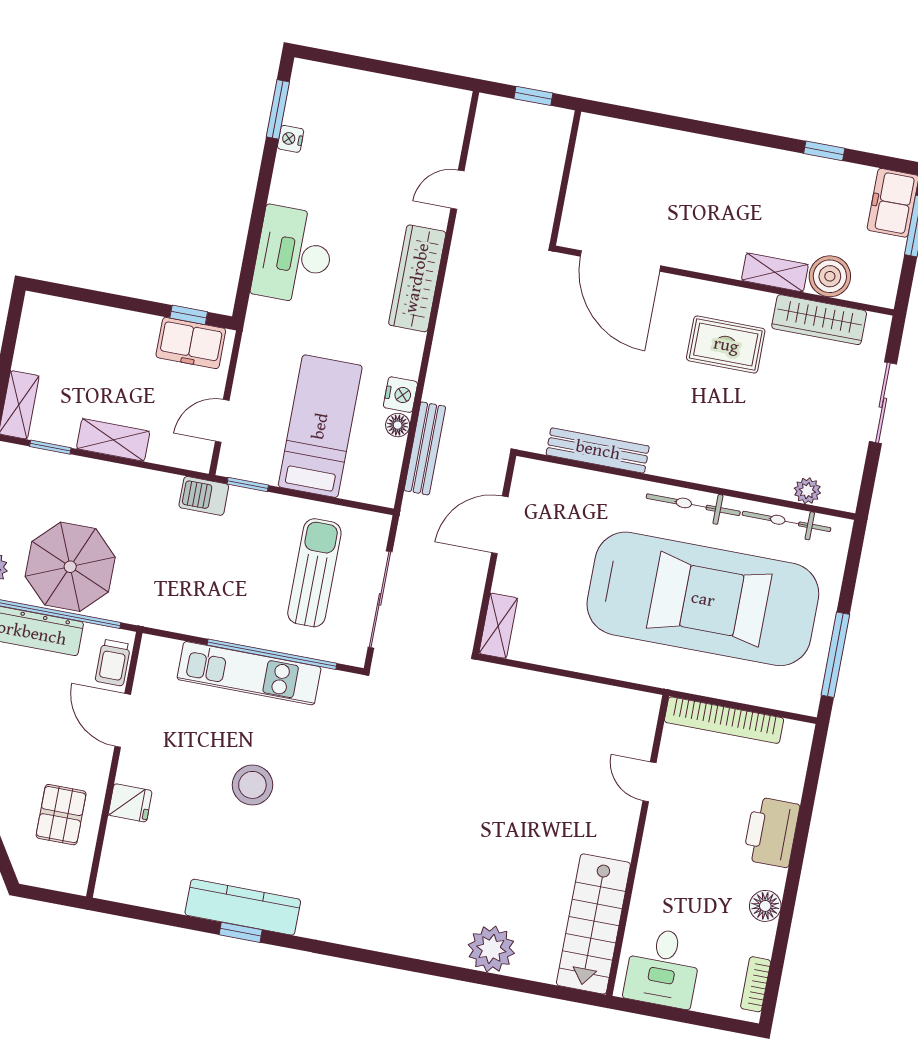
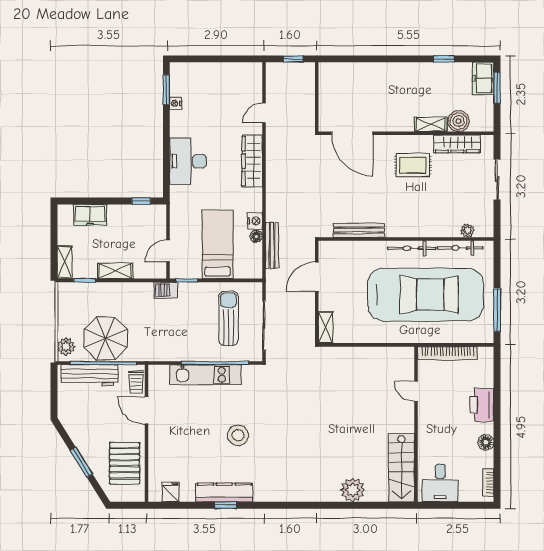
freezer: (191, 343) -> (90, 215), moved
stool: (252, 785) -> (238, 435), moved
fridge: (130, 803) -> (171, 492), moved, turned -90
pallet: (61, 815) -> (125, 463), width x1.50, depth x1.42

